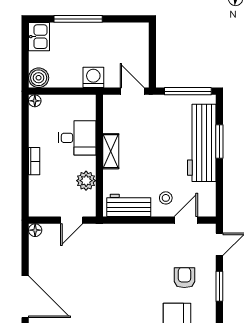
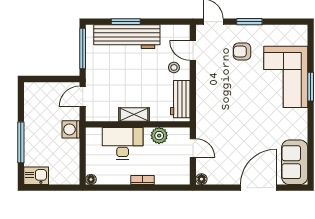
boiler: (39, 78) -> (71, 176), removed
desk: (77, 138) -> (123, 143), width x1.37

